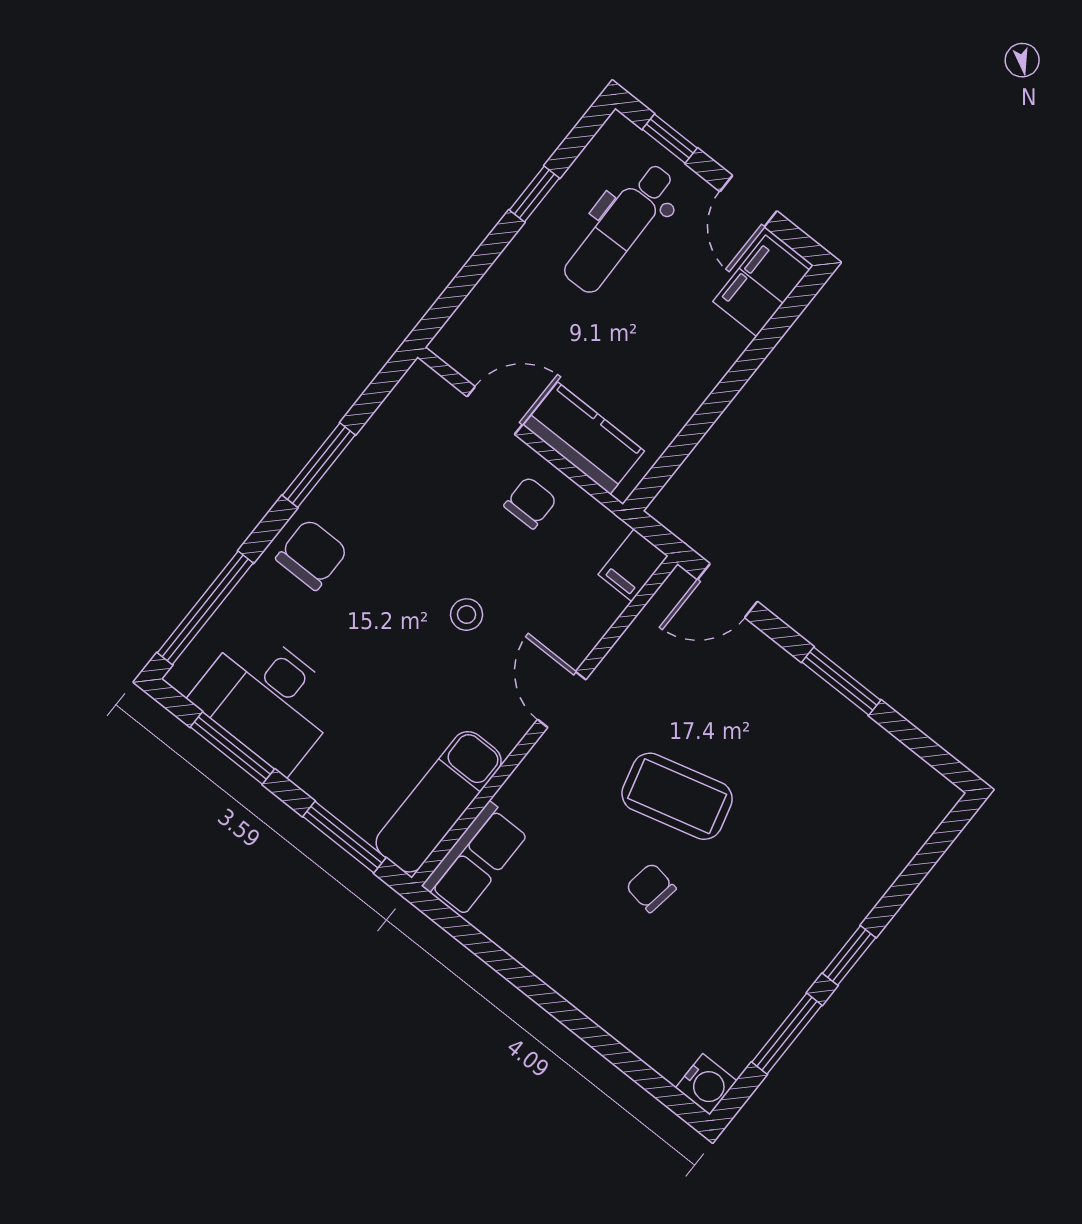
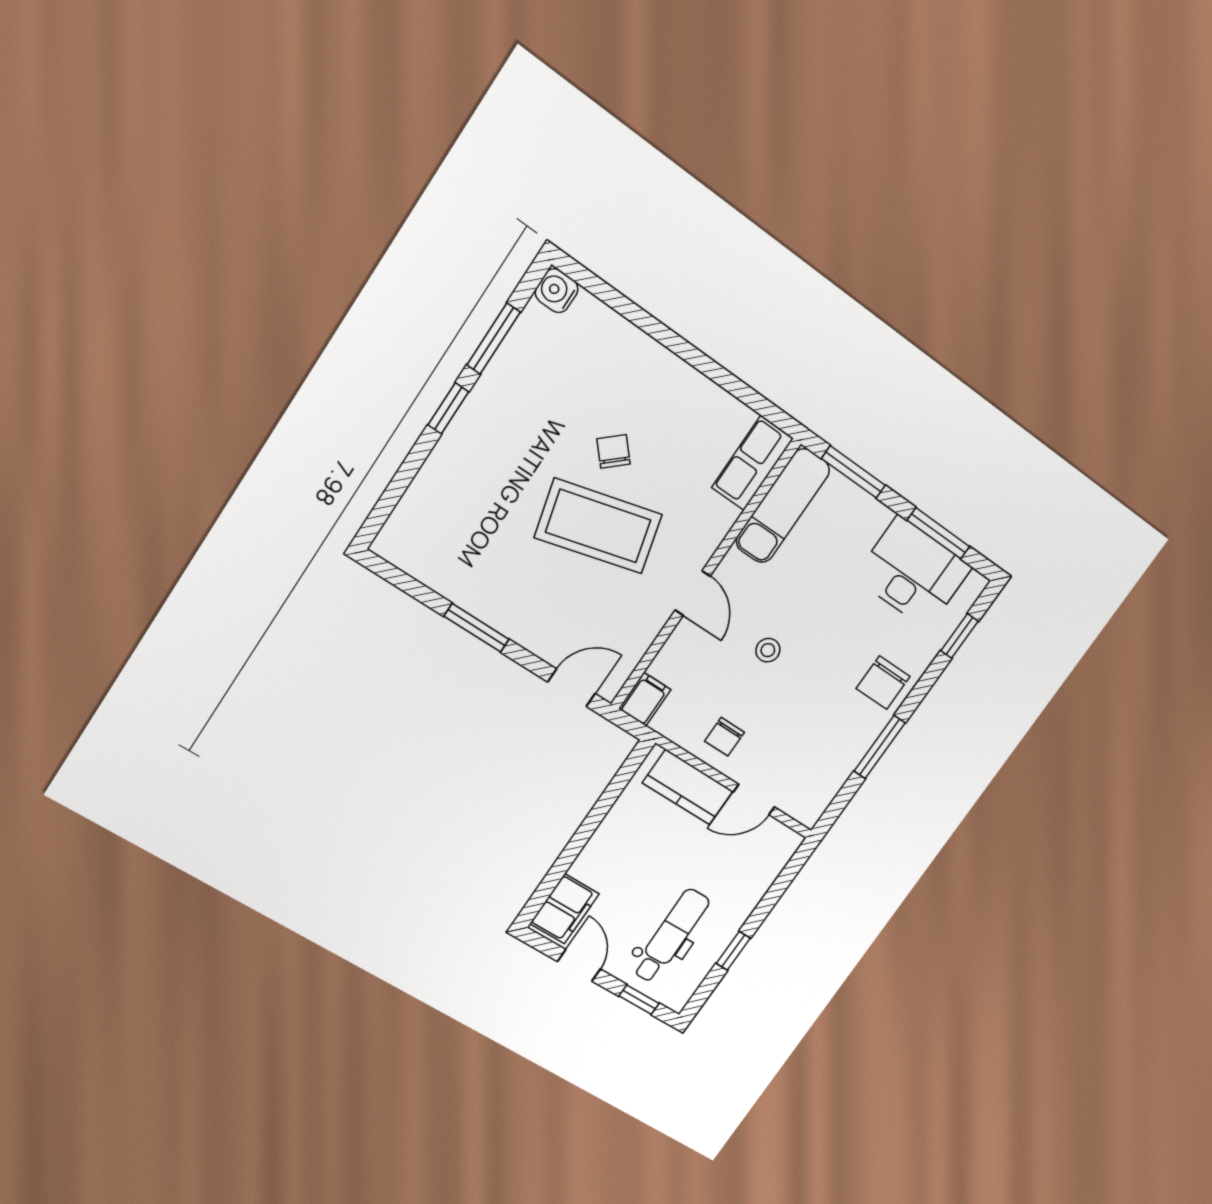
window: (205, 608) -> (959, 636), width x0.46
coffee table: (677, 796) -> (598, 526), width x1.36, depth x1.32
chair: (651, 888) -> (614, 451), turned -141

